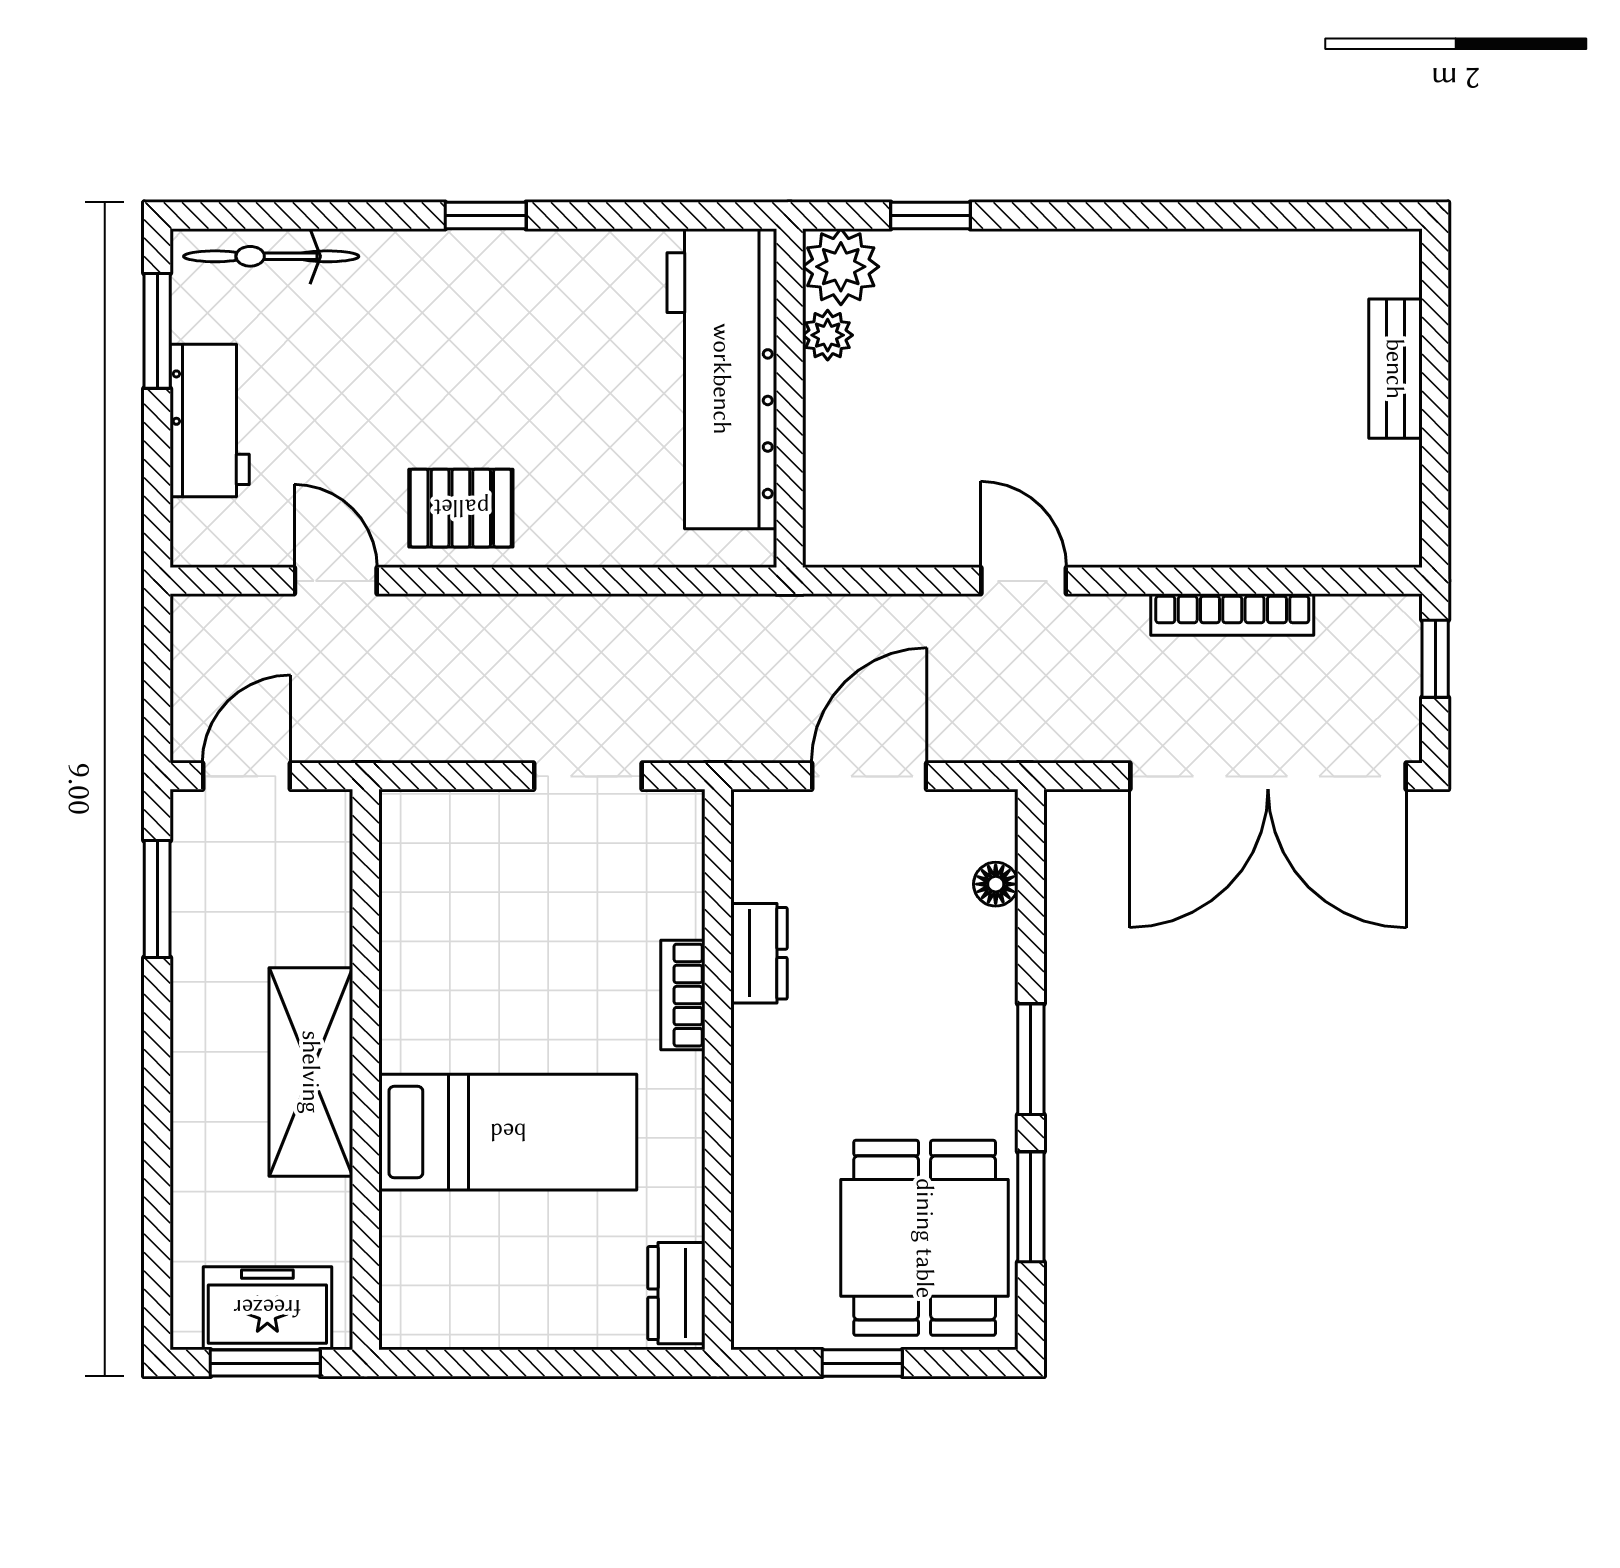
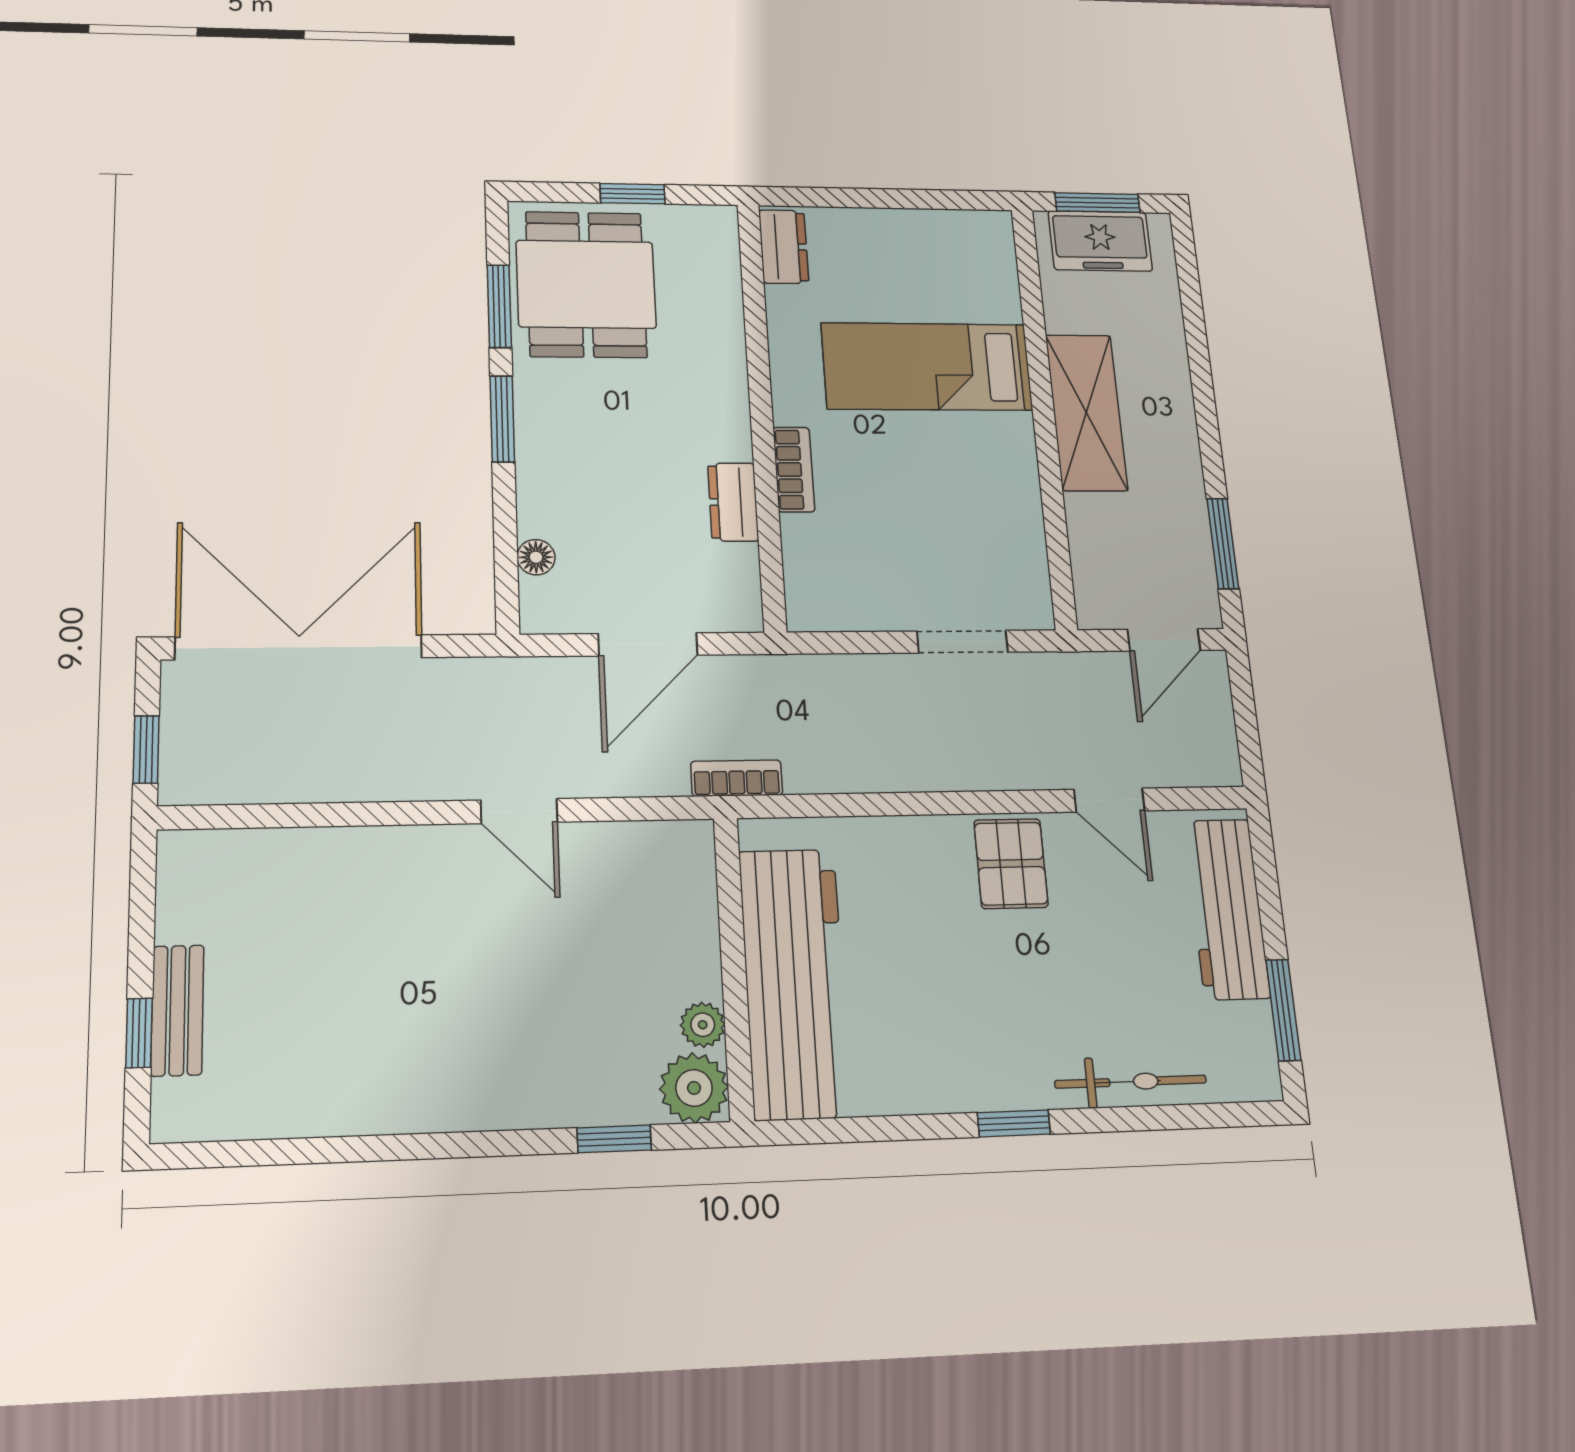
bicycle: (271, 256) -> (1131, 1082), moved
window: (1435, 346) -> (139, 1033), added
workbench: (210, 421) -> (1227, 909), width x1.38
pallet: (461, 508) -> (1011, 864), turned 90
bookcase: (1232, 614) -> (737, 778), moved, width x0.64
doorway: (588, 776) -> (962, 642), moved

